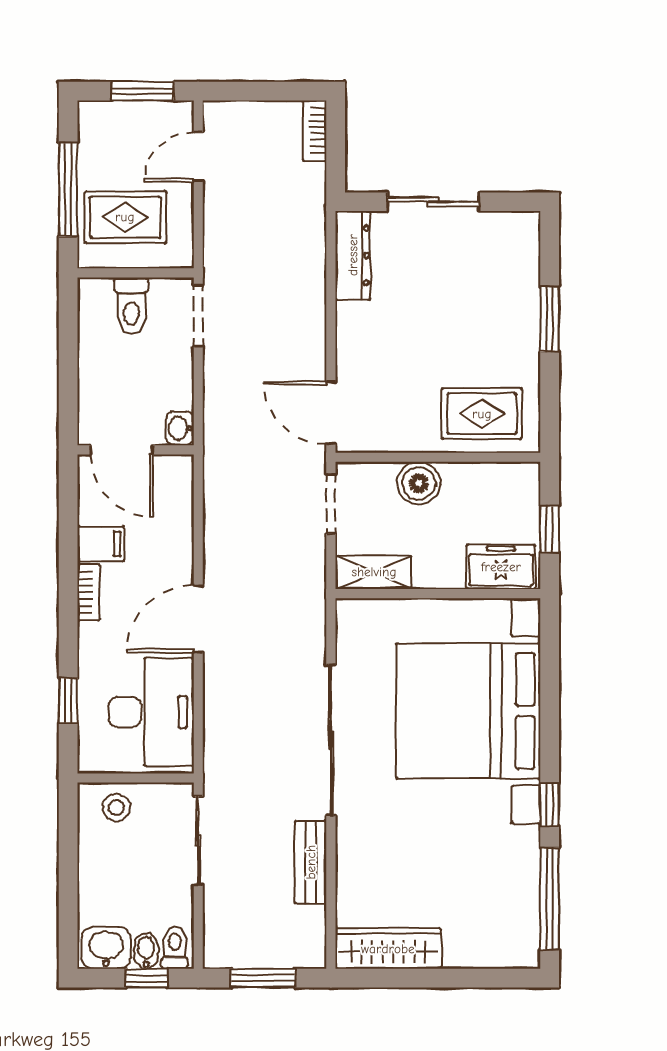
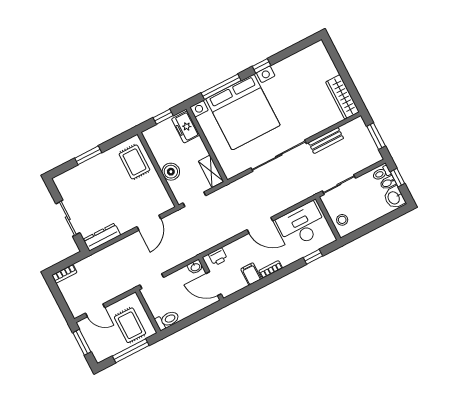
toilet: (131, 306) -> (167, 320), moved
door: (331, 413) -> (149, 223), moved
door: (122, 450) -> (214, 284), swing flipped
printer: (177, 490) -> (218, 257), added
window: (550, 899) -> (221, 87), moved

